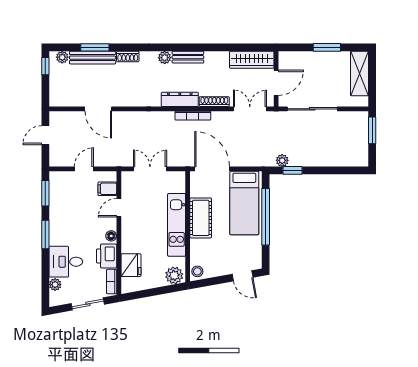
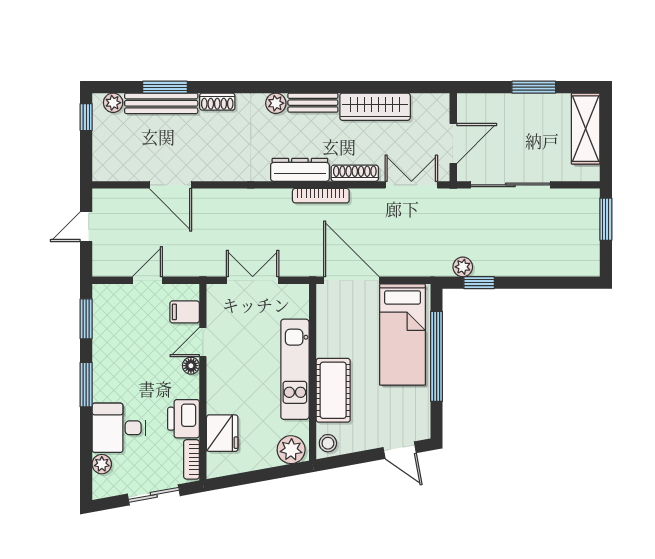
wardrobe: (252, 60) -> (375, 107), moved
cot: (201, 218) -> (333, 390), moved
floor lamp: (111, 236) -> (191, 366), moved

